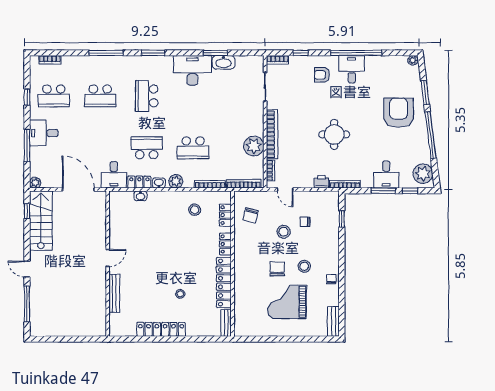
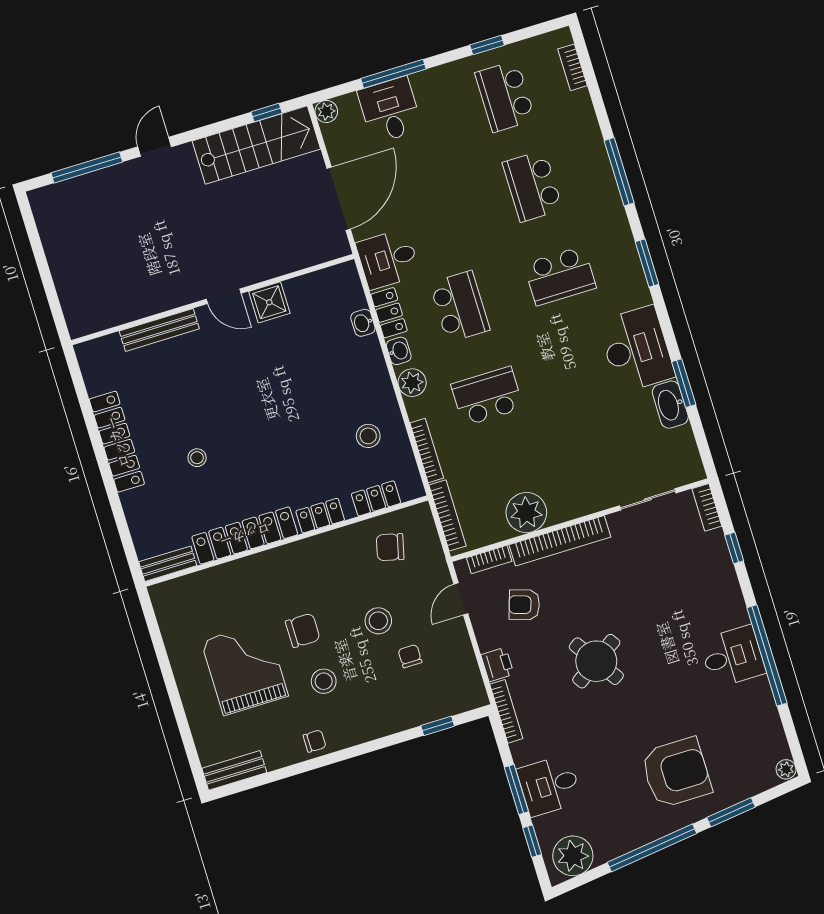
armchair: (322, 75) -> (524, 605), moved, turned -72
school desk: (147, 96) -> (560, 276), turned 180
desk: (44, 133) -> (390, 110), moved
round table: (334, 134) -> (596, 661), turned -34
school desk: (193, 148) -> (487, 396), turned 90
shower: (117, 237) -> (269, 302), added

